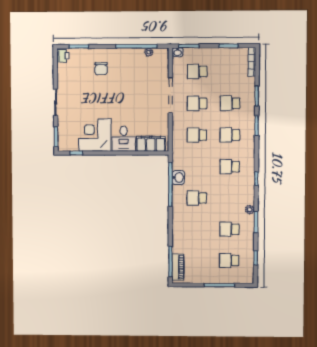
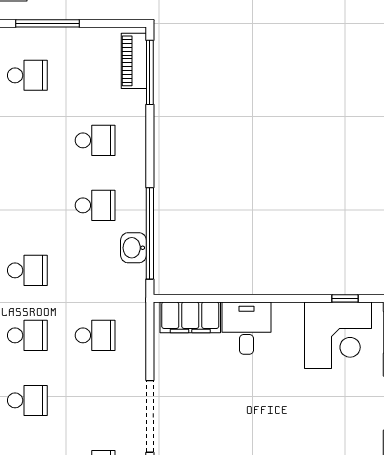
school desk: (197, 103) -> (95, 400), removed
corner desk: (95, 135) -> (338, 335), moved
school desk: (229, 229) -> (95, 140), moved

